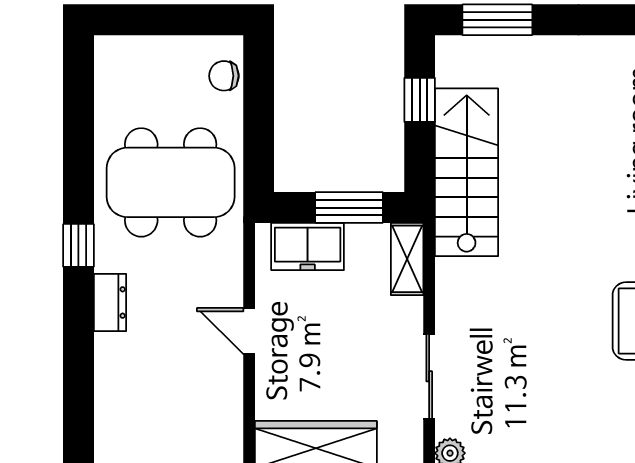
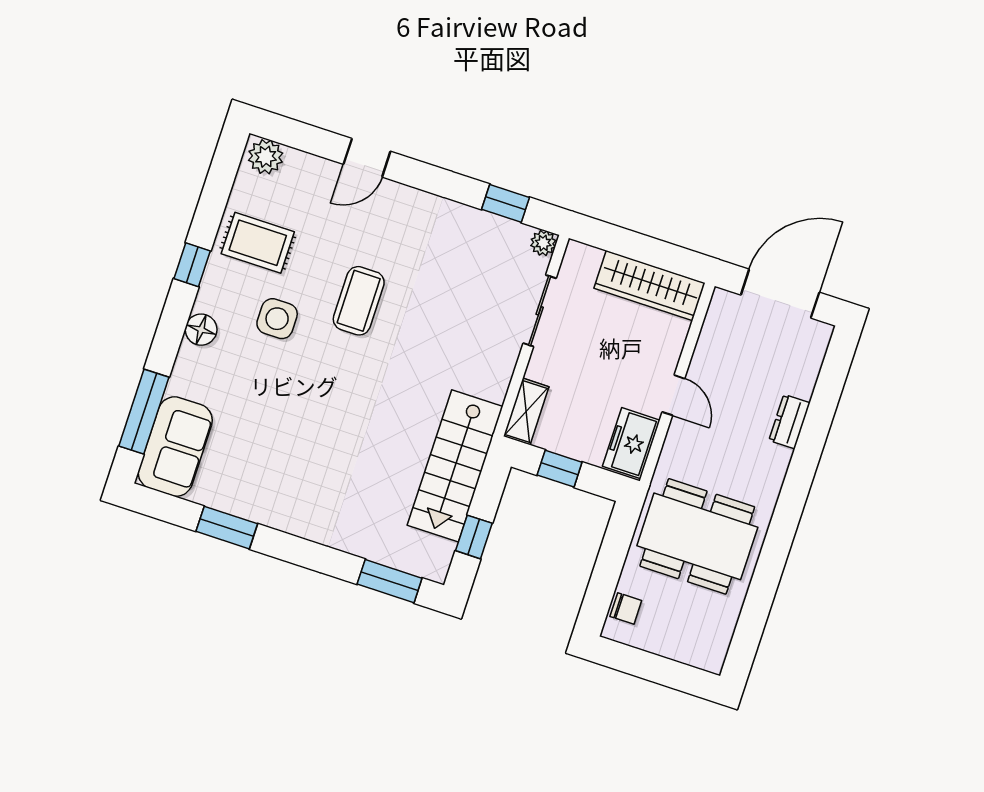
window: (349, 208) -> (560, 469), width x0.67
window: (78, 245) -> (789, 510), removed
freezer: (308, 246) -> (631, 443), moved, turned -90
dresser: (110, 303) -> (789, 422), moved

